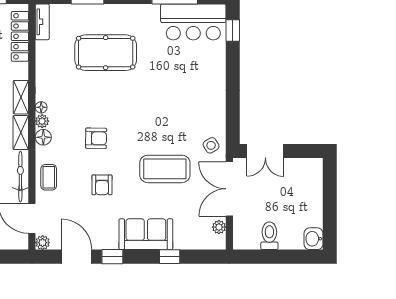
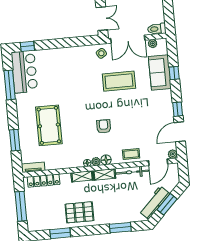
coffee table: (165, 169) -> (119, 81), turned 90
armchair: (102, 185) -> (133, 120), removed
sofa: (146, 234) -> (160, 72), moved
toilet: (269, 236) -> (157, 29), moved

